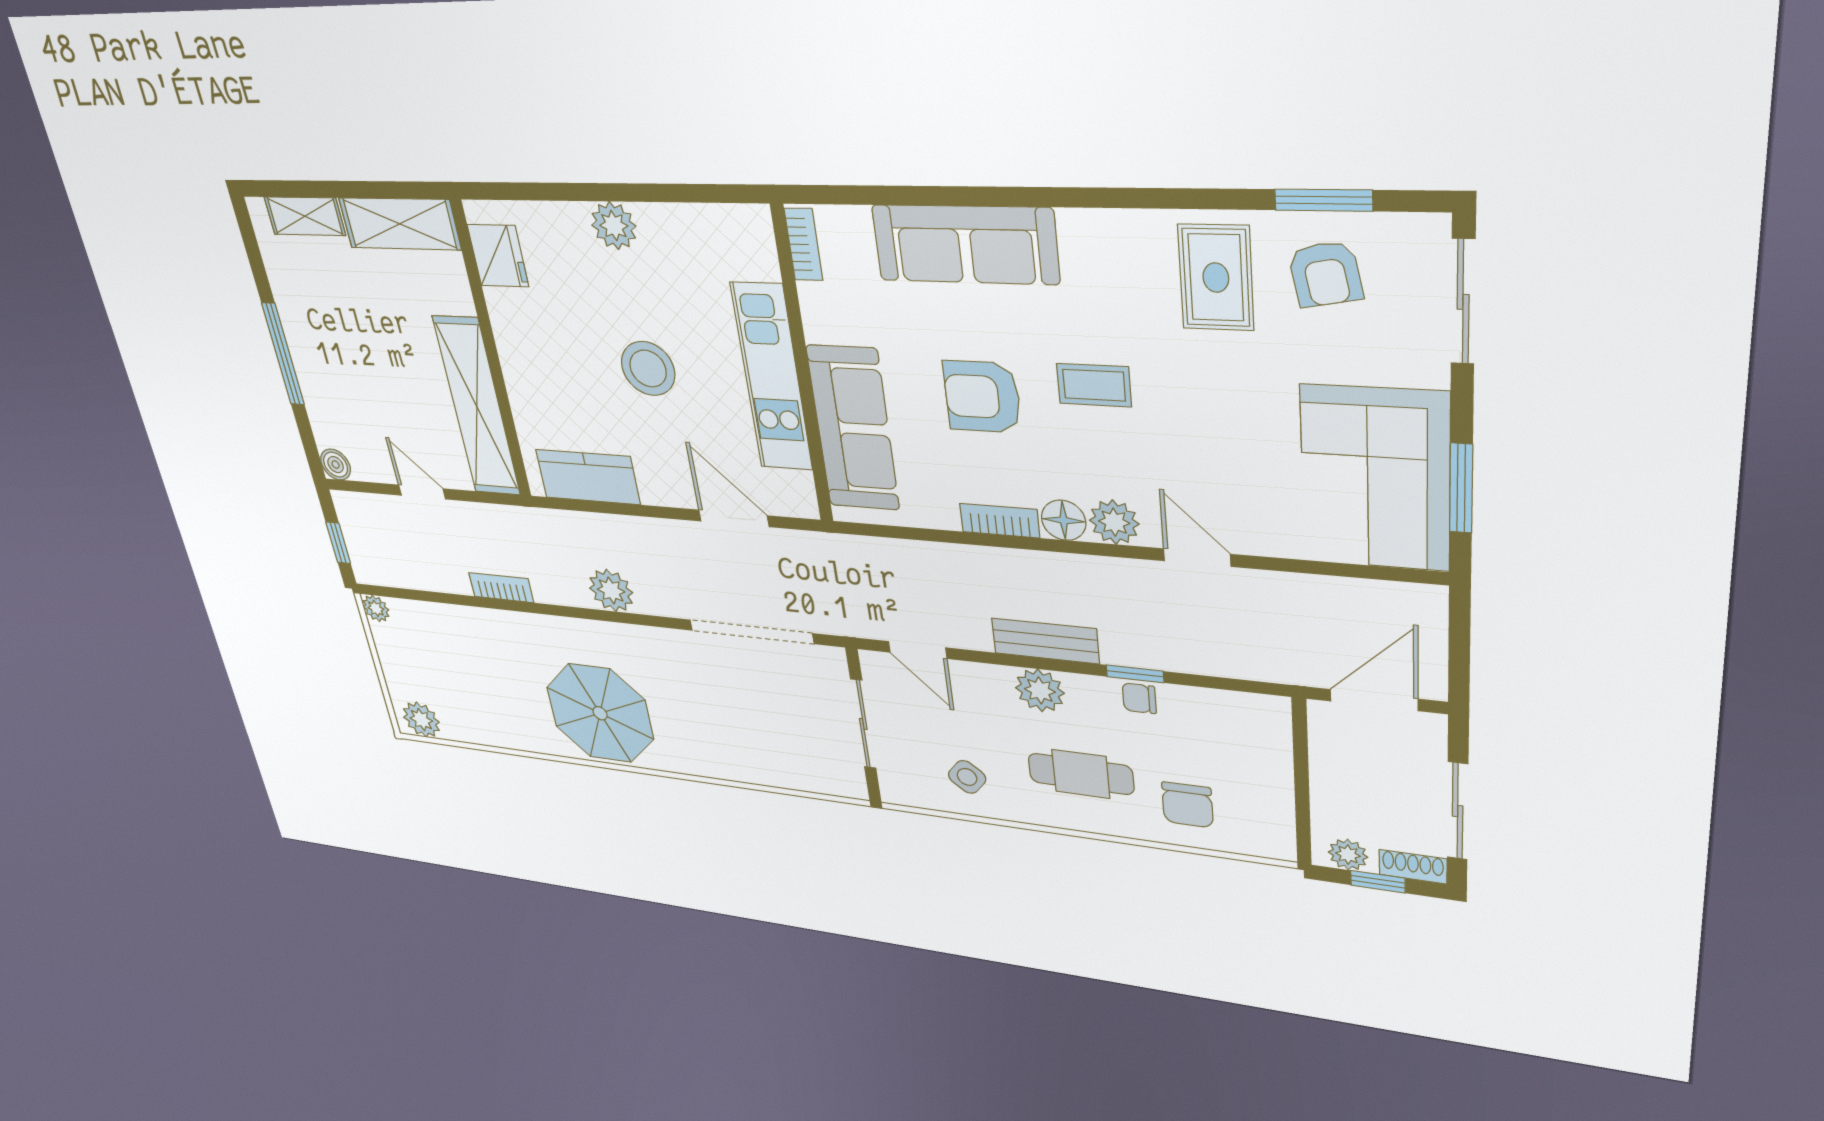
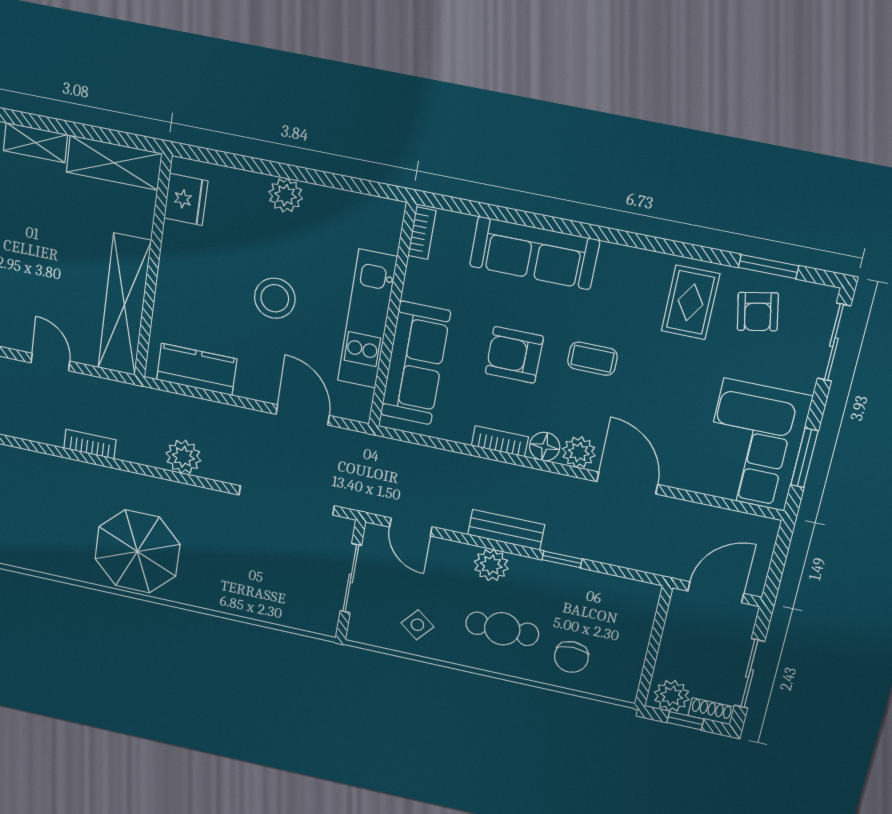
door: (1197, 558) -> (627, 483), width x1.38
chair: (1139, 698) -> (560, 577), removed
plant: (1348, 855) -> (672, 696), width x1.38, depth x1.38

